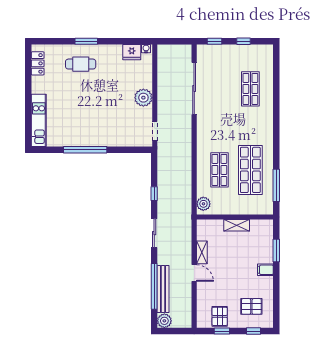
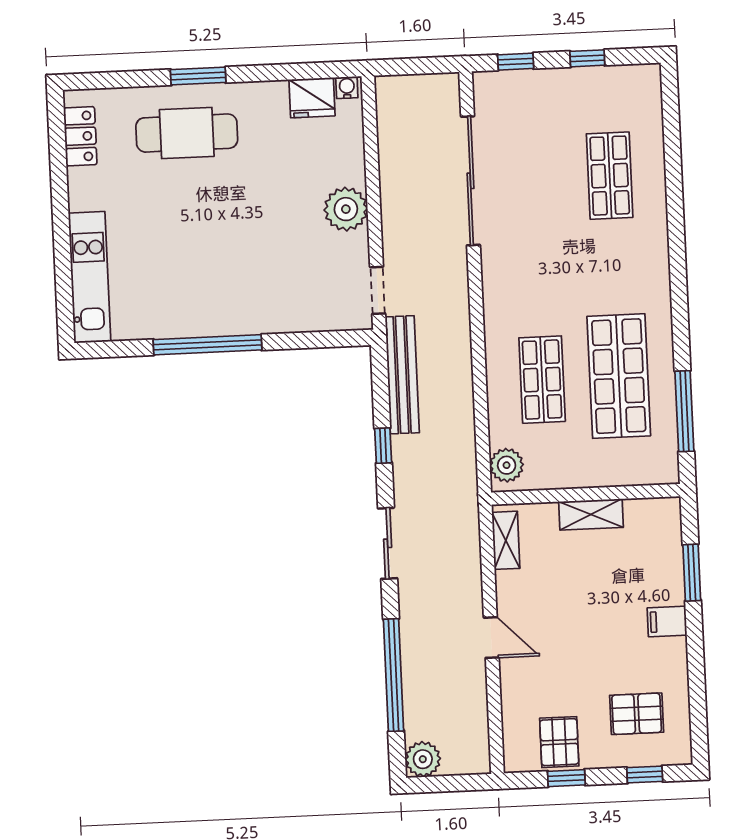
cafe table: (81, 64) -> (187, 133), width x1.37, depth x1.35
shelving: (202, 252) -> (506, 540), moved
bench: (163, 289) -> (402, 375), moved

